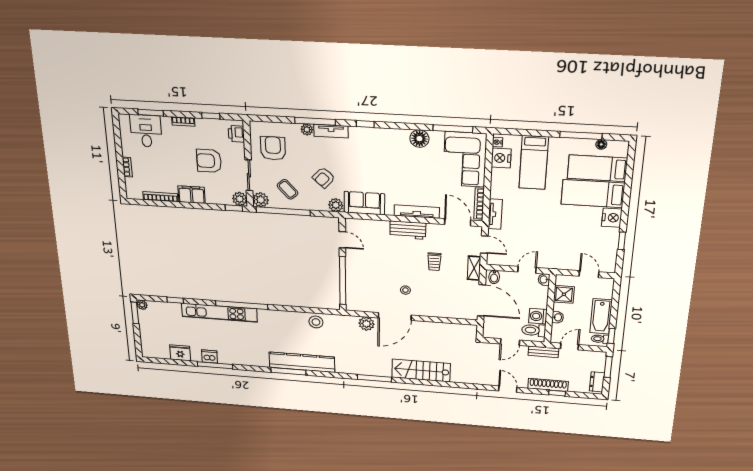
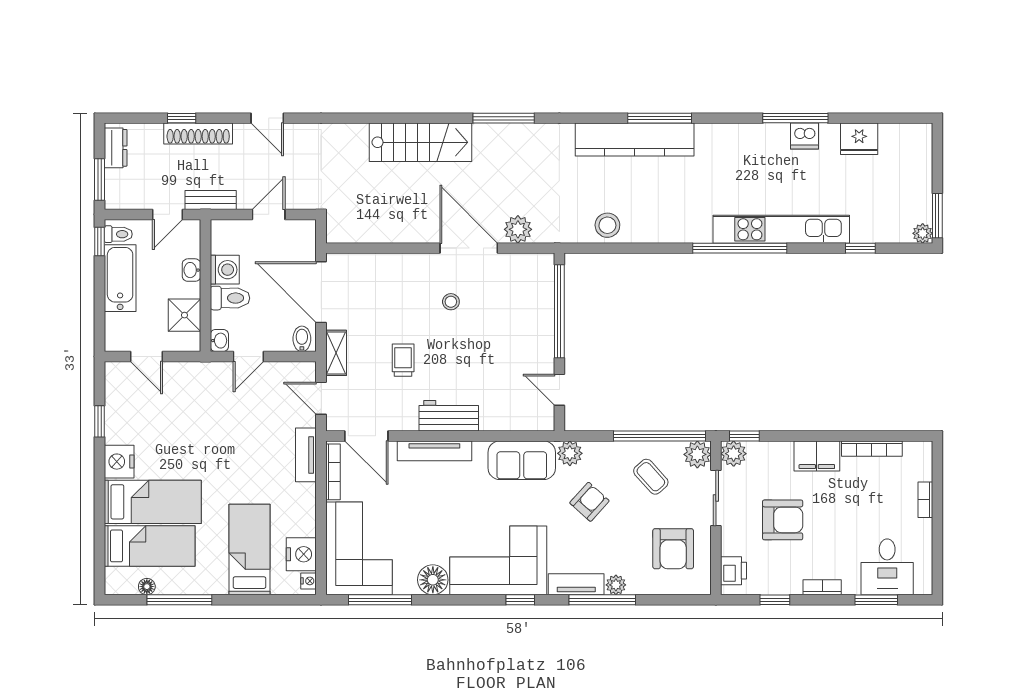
corner sofa: (379, 148) -> (498, 560), added
door: (395, 316) -> (469, 248), hinge flipped
toilet: (534, 330) -> (230, 298), moved

